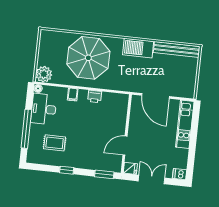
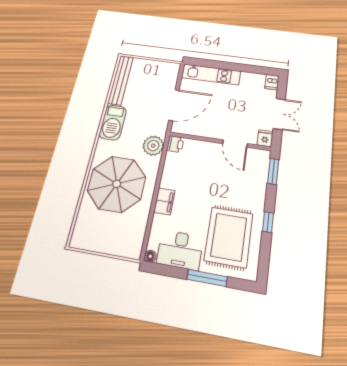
plant: (44, 74) -> (153, 146), moved
filing cabinet: (73, 94) -> (164, 201), width x2.00
printer: (95, 96) -> (175, 144), moved
window: (26, 129) -> (207, 278), width x0.68
rug: (55, 143) -> (229, 237), width x1.86, depth x2.06
double door: (151, 179) -> (279, 114), swing flipped

